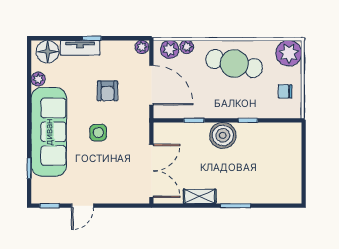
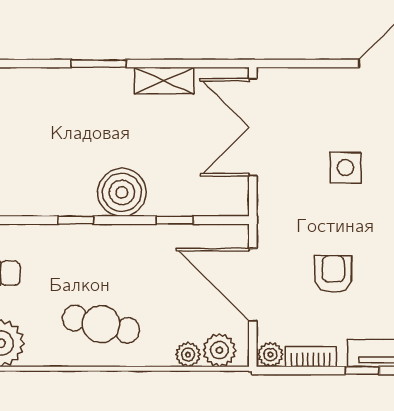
bookcase: (120, 46) -> (311, 357), added
cafe table: (234, 63) -> (101, 324), width x0.73, depth x0.74
side table: (98, 133) -> (346, 168), moved

